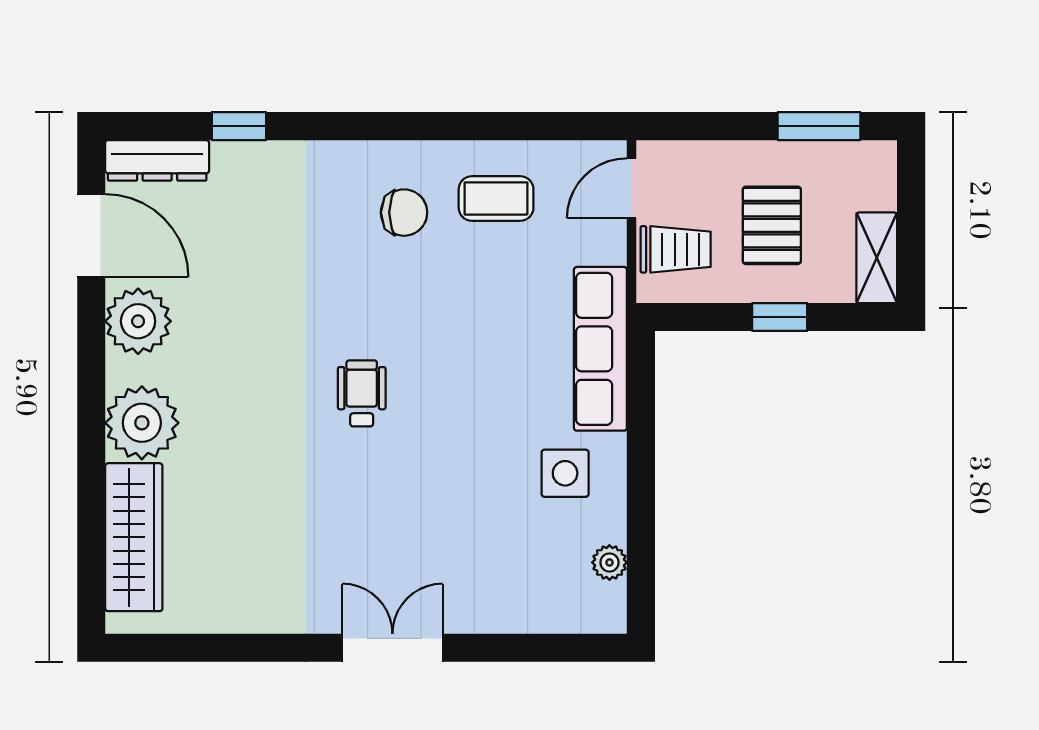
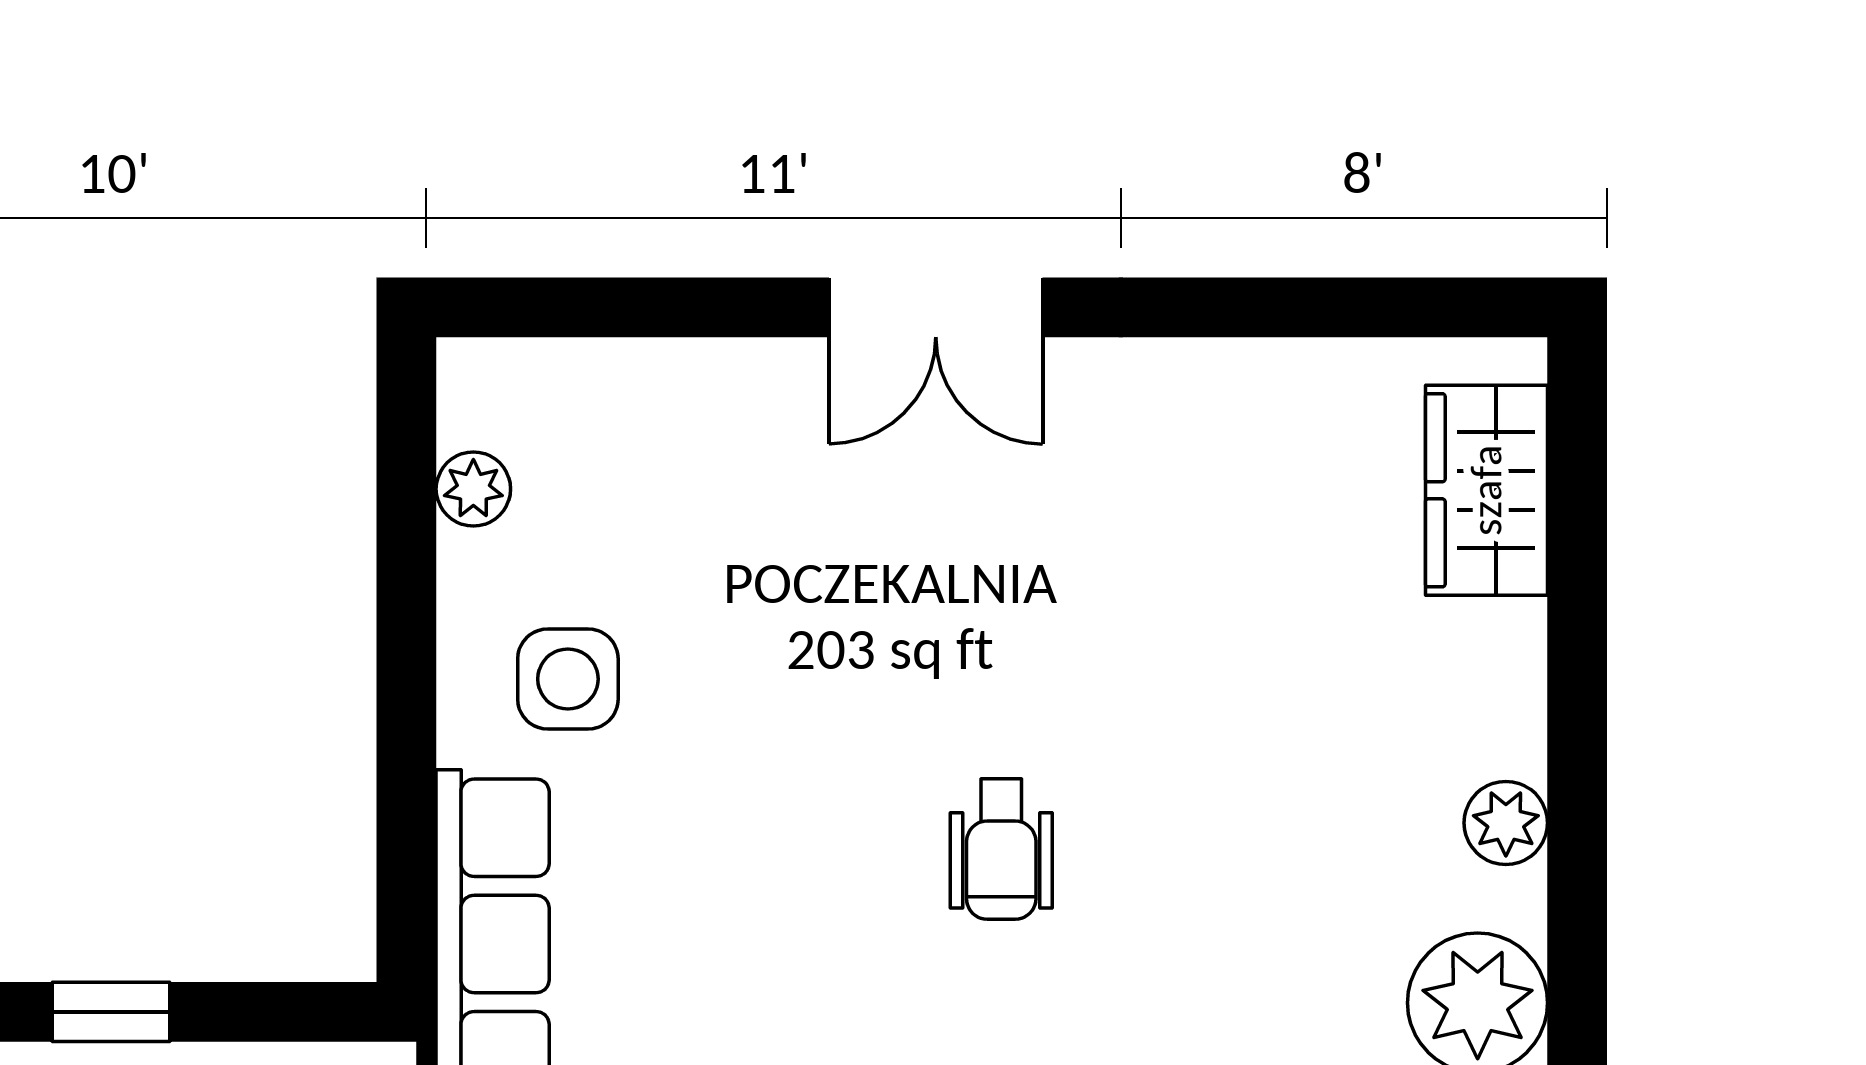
plant: (142, 423) -> (1506, 823), width x0.53, depth x0.53
wardrobe: (134, 537) -> (1486, 490), width x0.67

